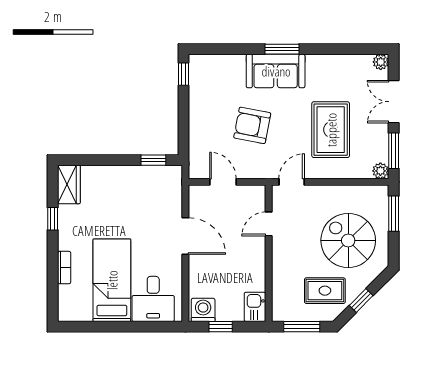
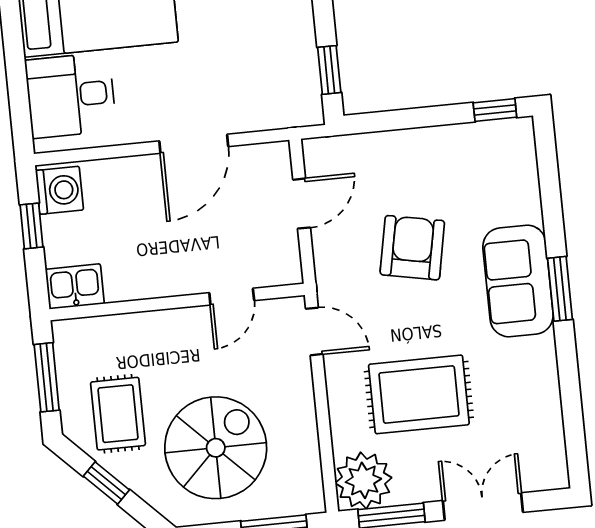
plant: (381, 62) -> (554, 475), removed
plant: (380, 171) -> (363, 480), width x1.87, depth x1.87
door: (269, 224) -> (232, 297), swing flipped

